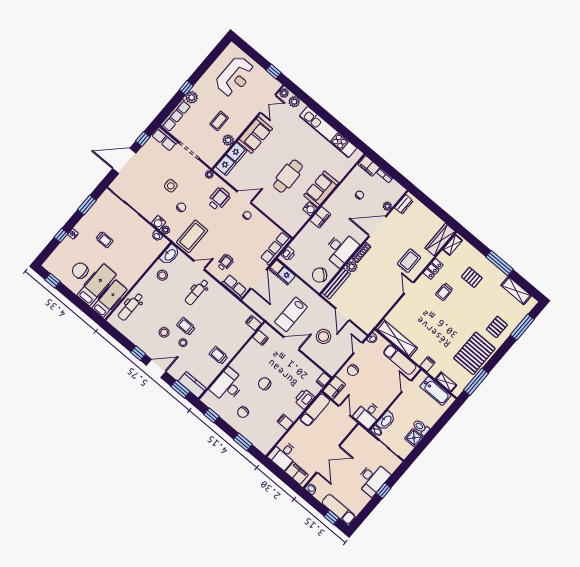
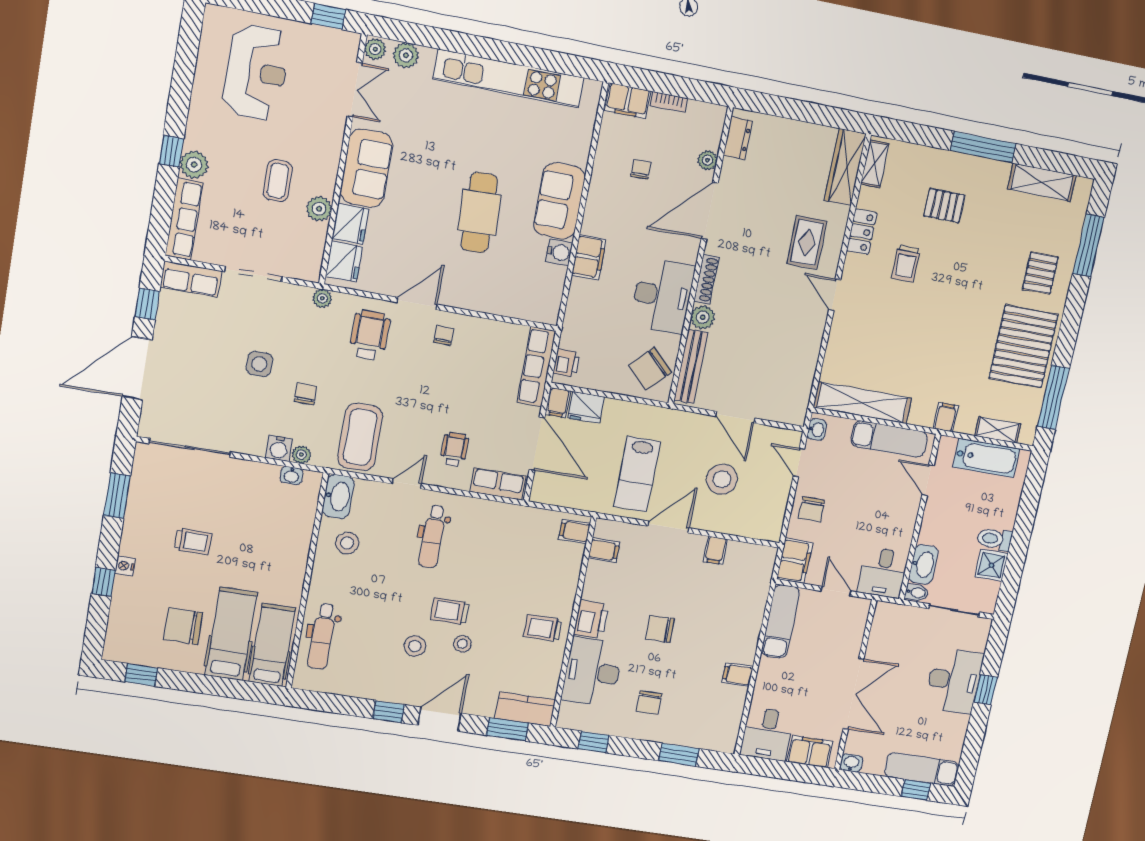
filing cabinet: (323, 380) -> (715, 550), moved
printer: (304, 399) -> (591, 619), moved, turned 180

